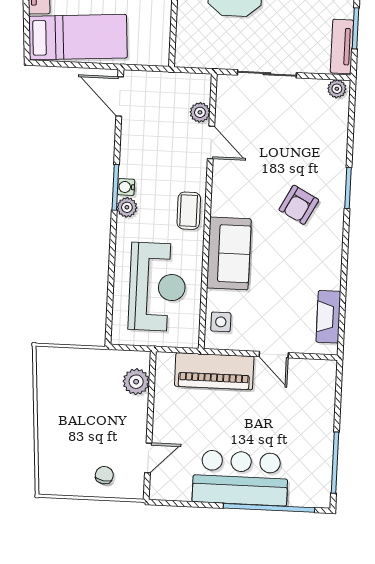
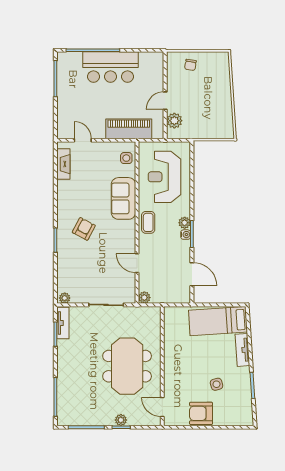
door: (120, 97) -> (192, 274), moved
plant: (200, 112) -> (144, 298), moved
door: (274, 355) -> (83, 140), moved
door: (148, 458) -> (165, 101), moved

